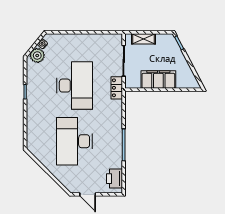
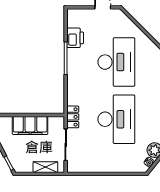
desk: (74, 86) -> (116, 119), turned 180
printer: (114, 179) -> (75, 38), moved

